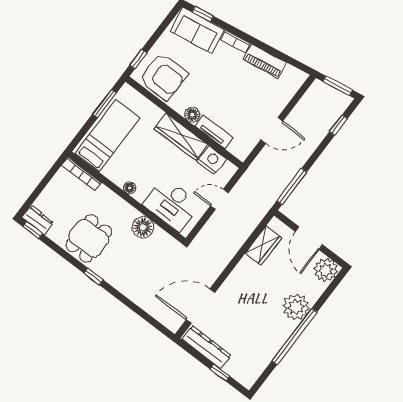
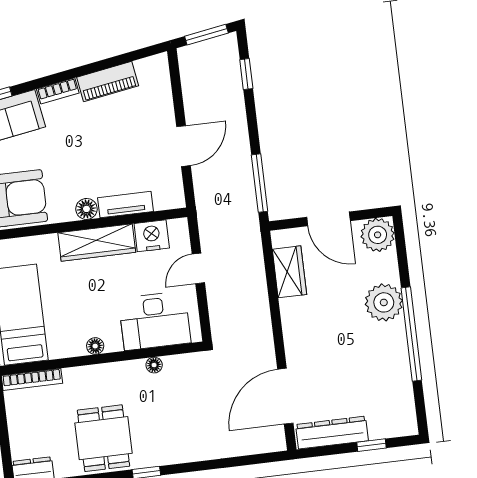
floor lamp: (143, 227) -> (154, 365), width x0.53, depth x0.53

